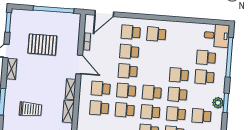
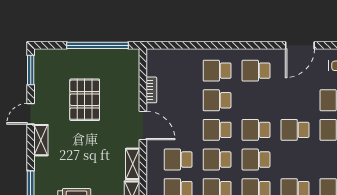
door: (104, 13) -> (300, 45), moved
pallet: (42, 45) -> (85, 100), turned 90
school desk: (177, 94) -> (256, 130), moved

